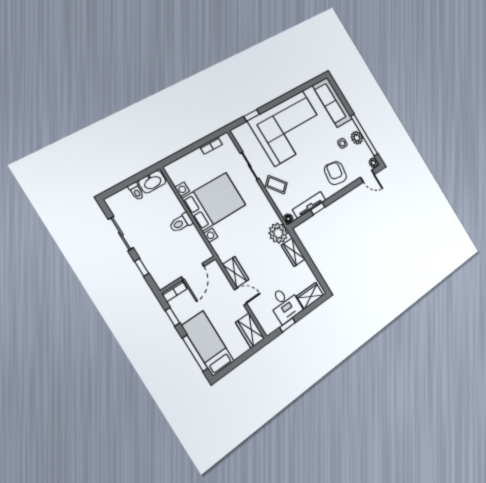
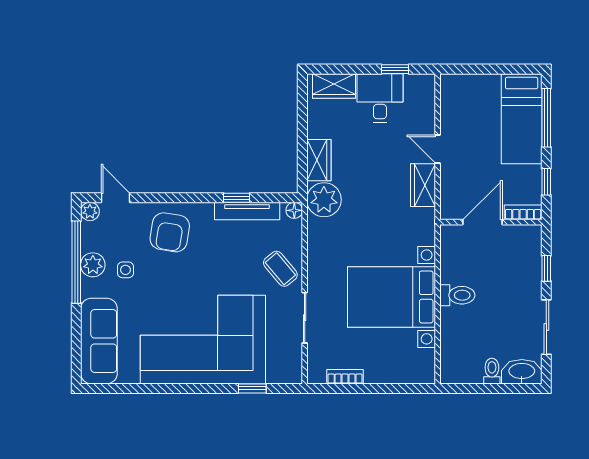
washbasin: (152, 182) -> (522, 372), moved
wardrobe: (250, 330) -> (454, 97), removed

